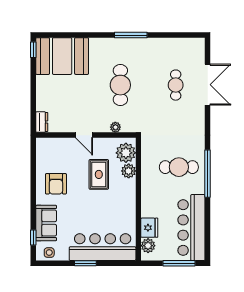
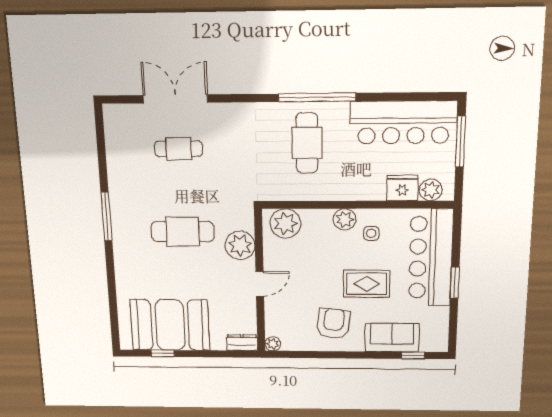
window: (33, 50) -> (163, 353), moved
booth: (62, 56) -> (170, 325), moved, turned 90
plant: (115, 127) -> (240, 245), width x1.87, depth x1.87
plant: (41, 143) -> (273, 344), added
plant: (129, 171) -> (345, 219), moved
rug: (99, 174) -> (367, 284), moved
armchair: (56, 184) -> (333, 324), turned -83
side table: (49, 253) -> (371, 233), moved

